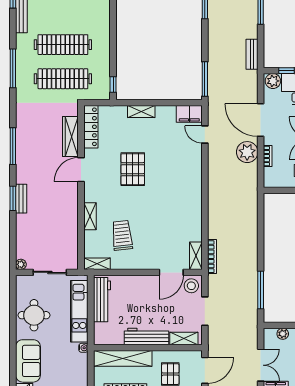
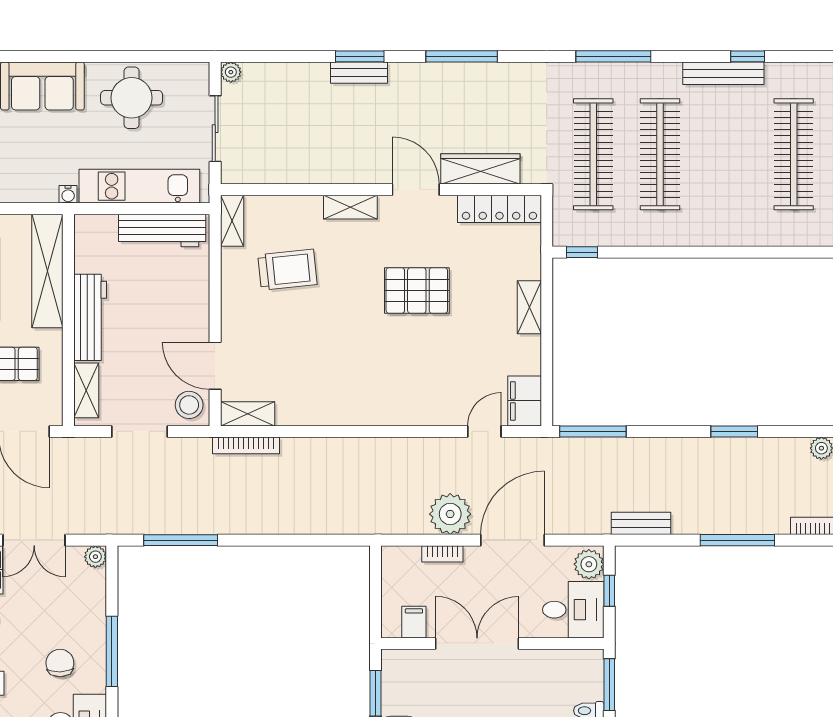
shelving: (90, 216) -> (350, 207), moved
plant: (283, 334) -> (95, 557), moved

